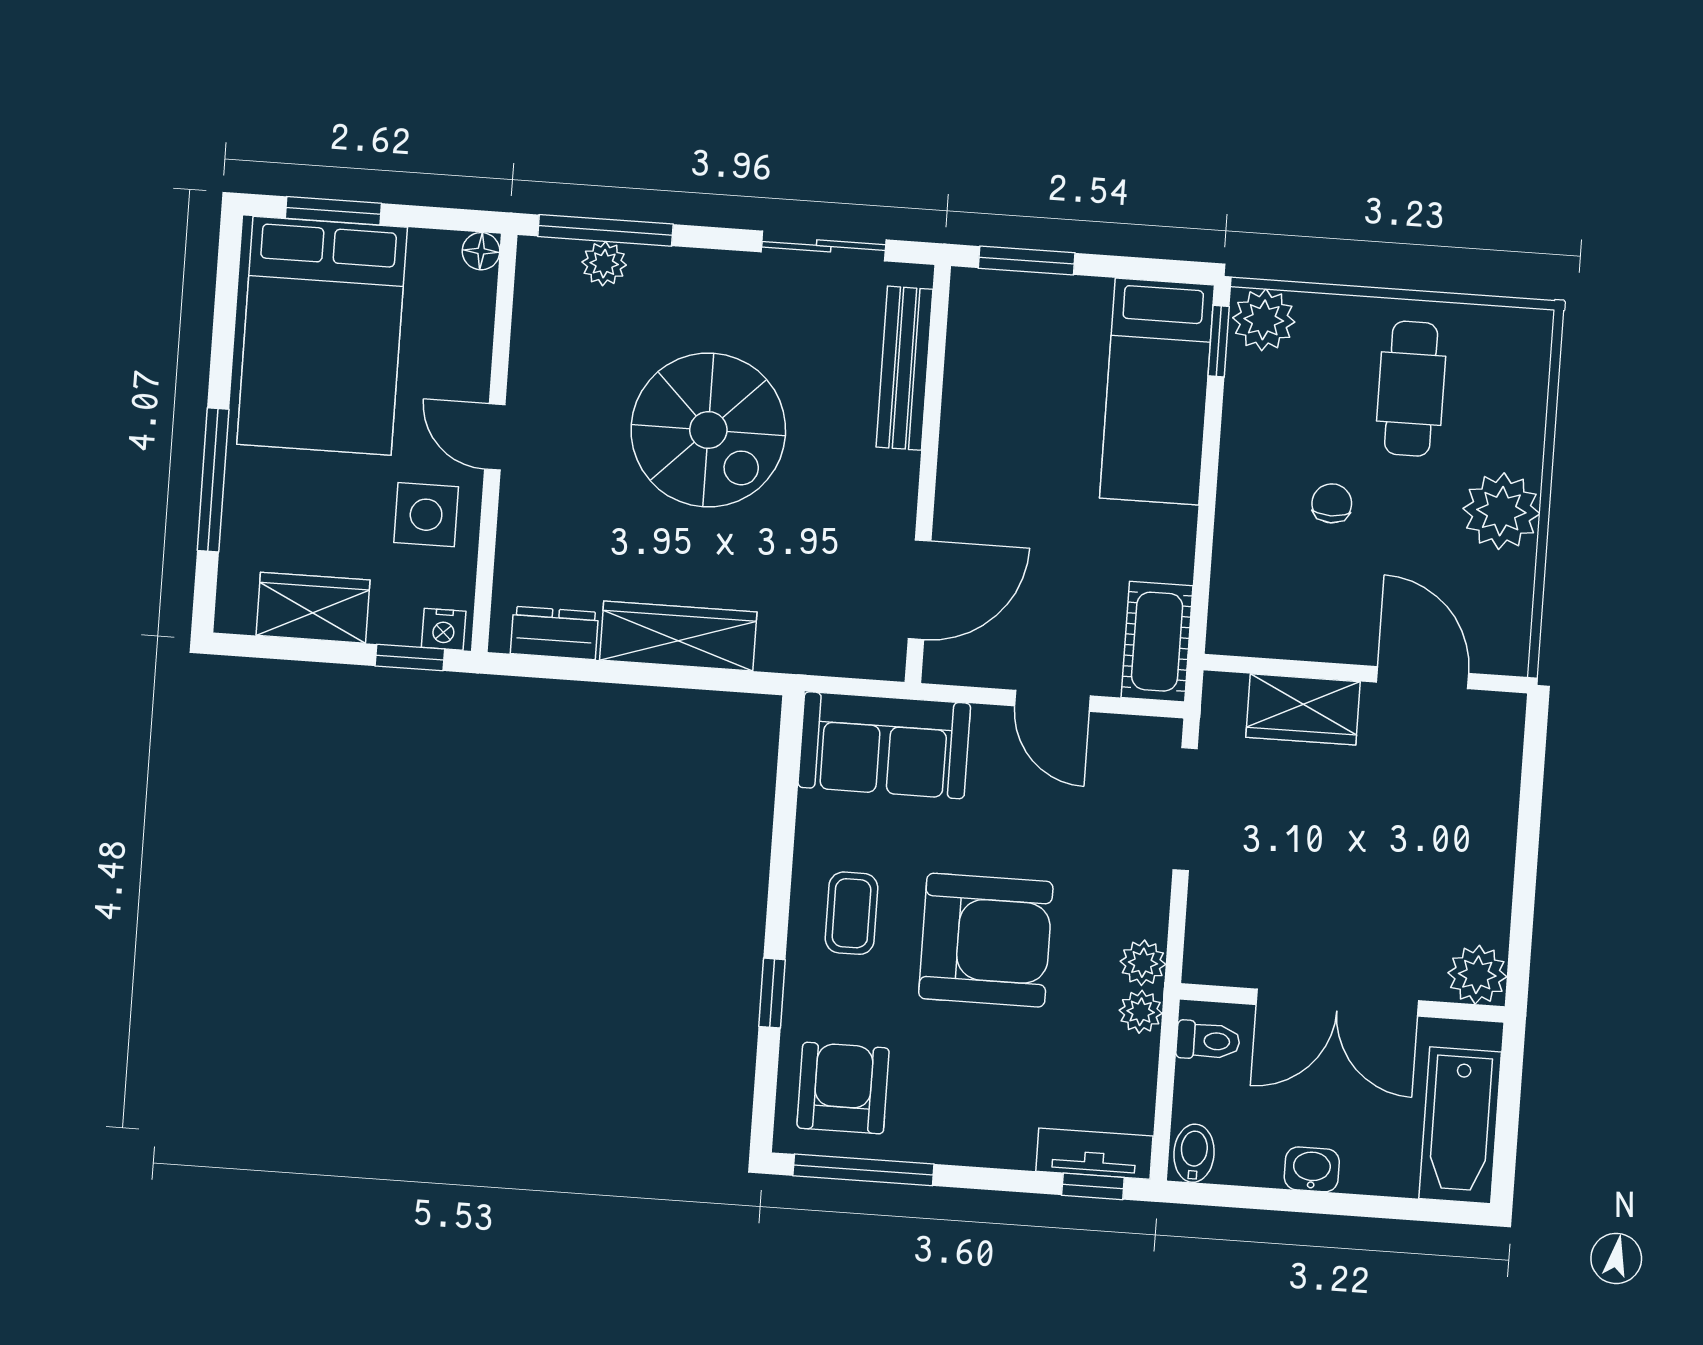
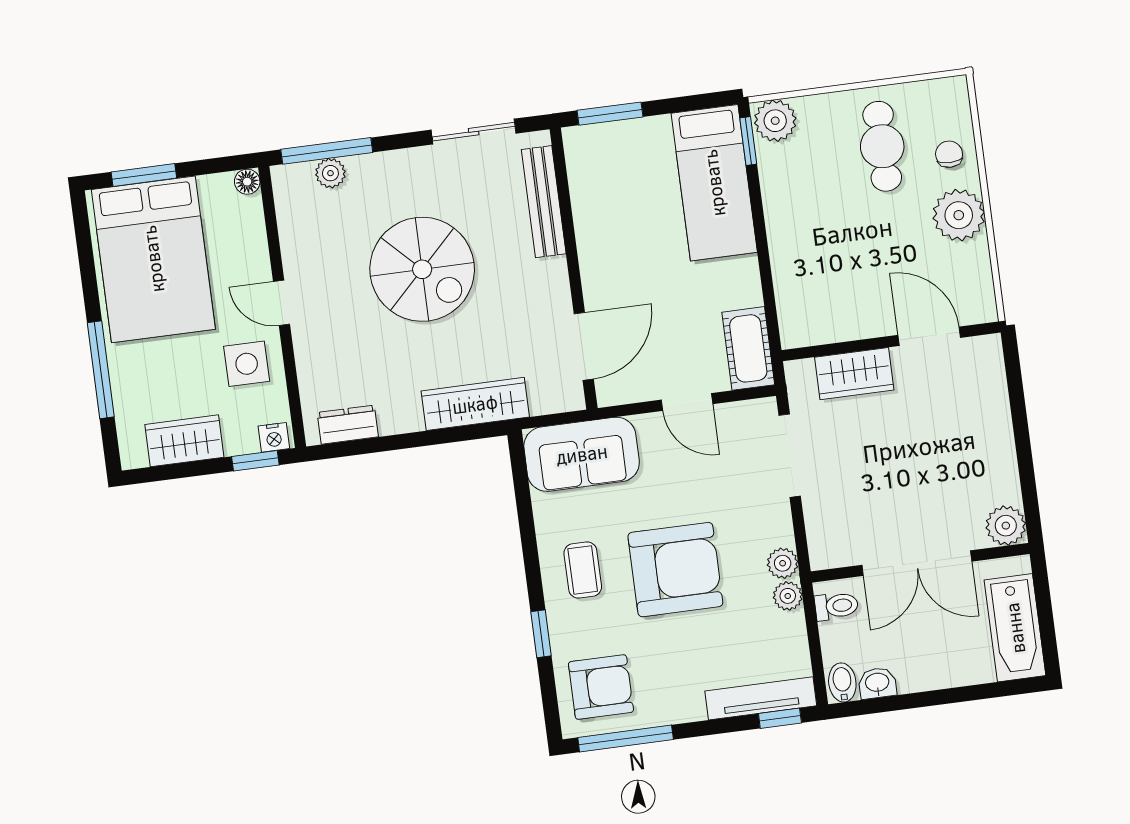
chair: (1332, 503) -> (949, 154), moved
wardrobe: (678, 636) -> (475, 404), moved
armchair: (843, 1088) -> (601, 687), turned 90
tv unit: (1094, 1154) -> (761, 698), width x1.41
washbasin: (1312, 1169) -> (877, 683), moved

